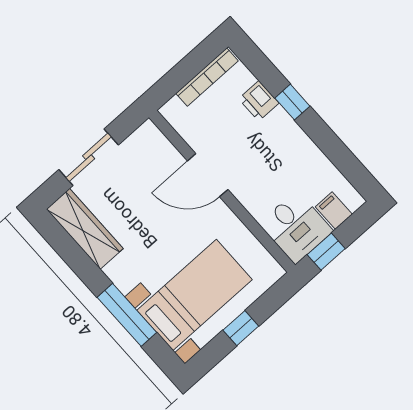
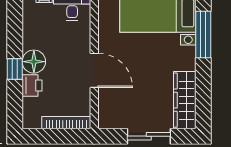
bookcase: (207, 77) -> (66, 123), moved
floor lamp: (279, 128) -> (34, 62), added

